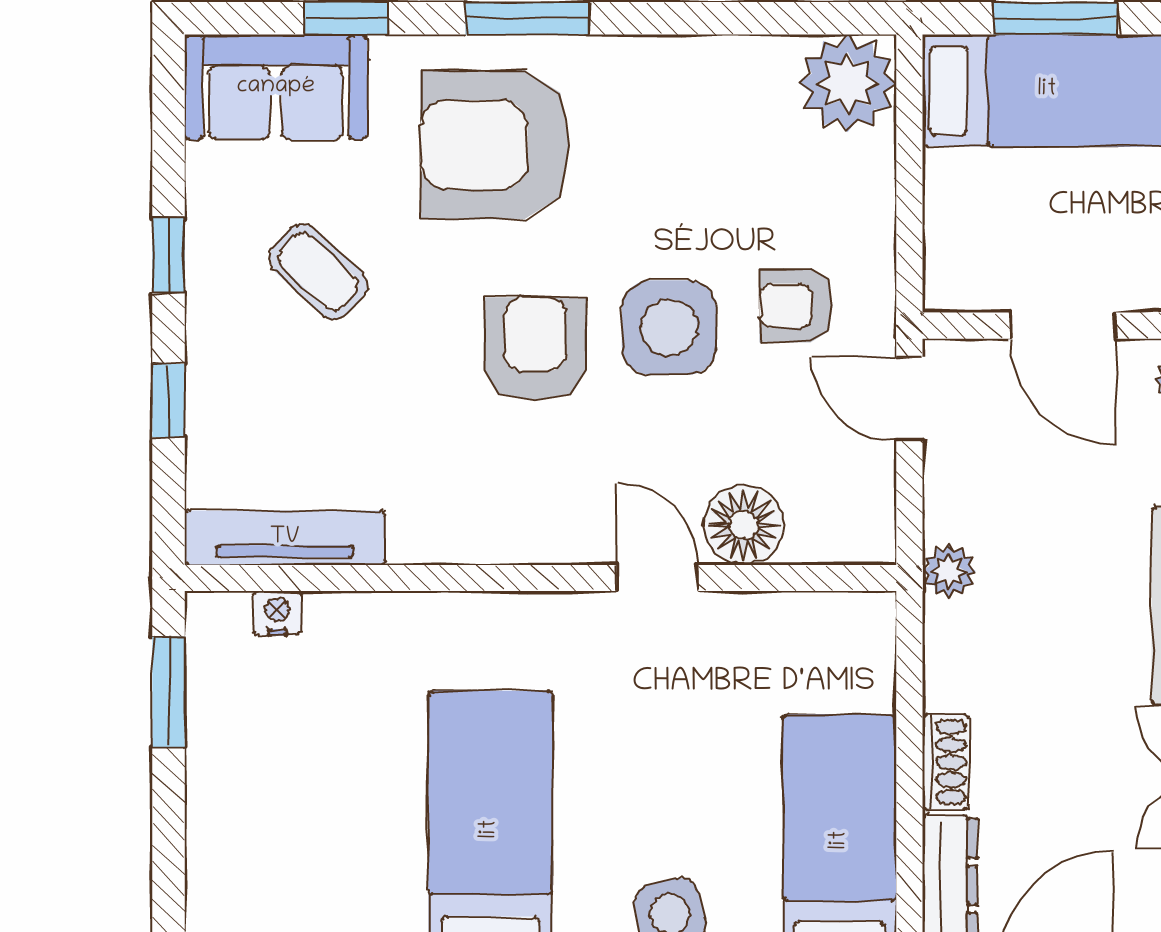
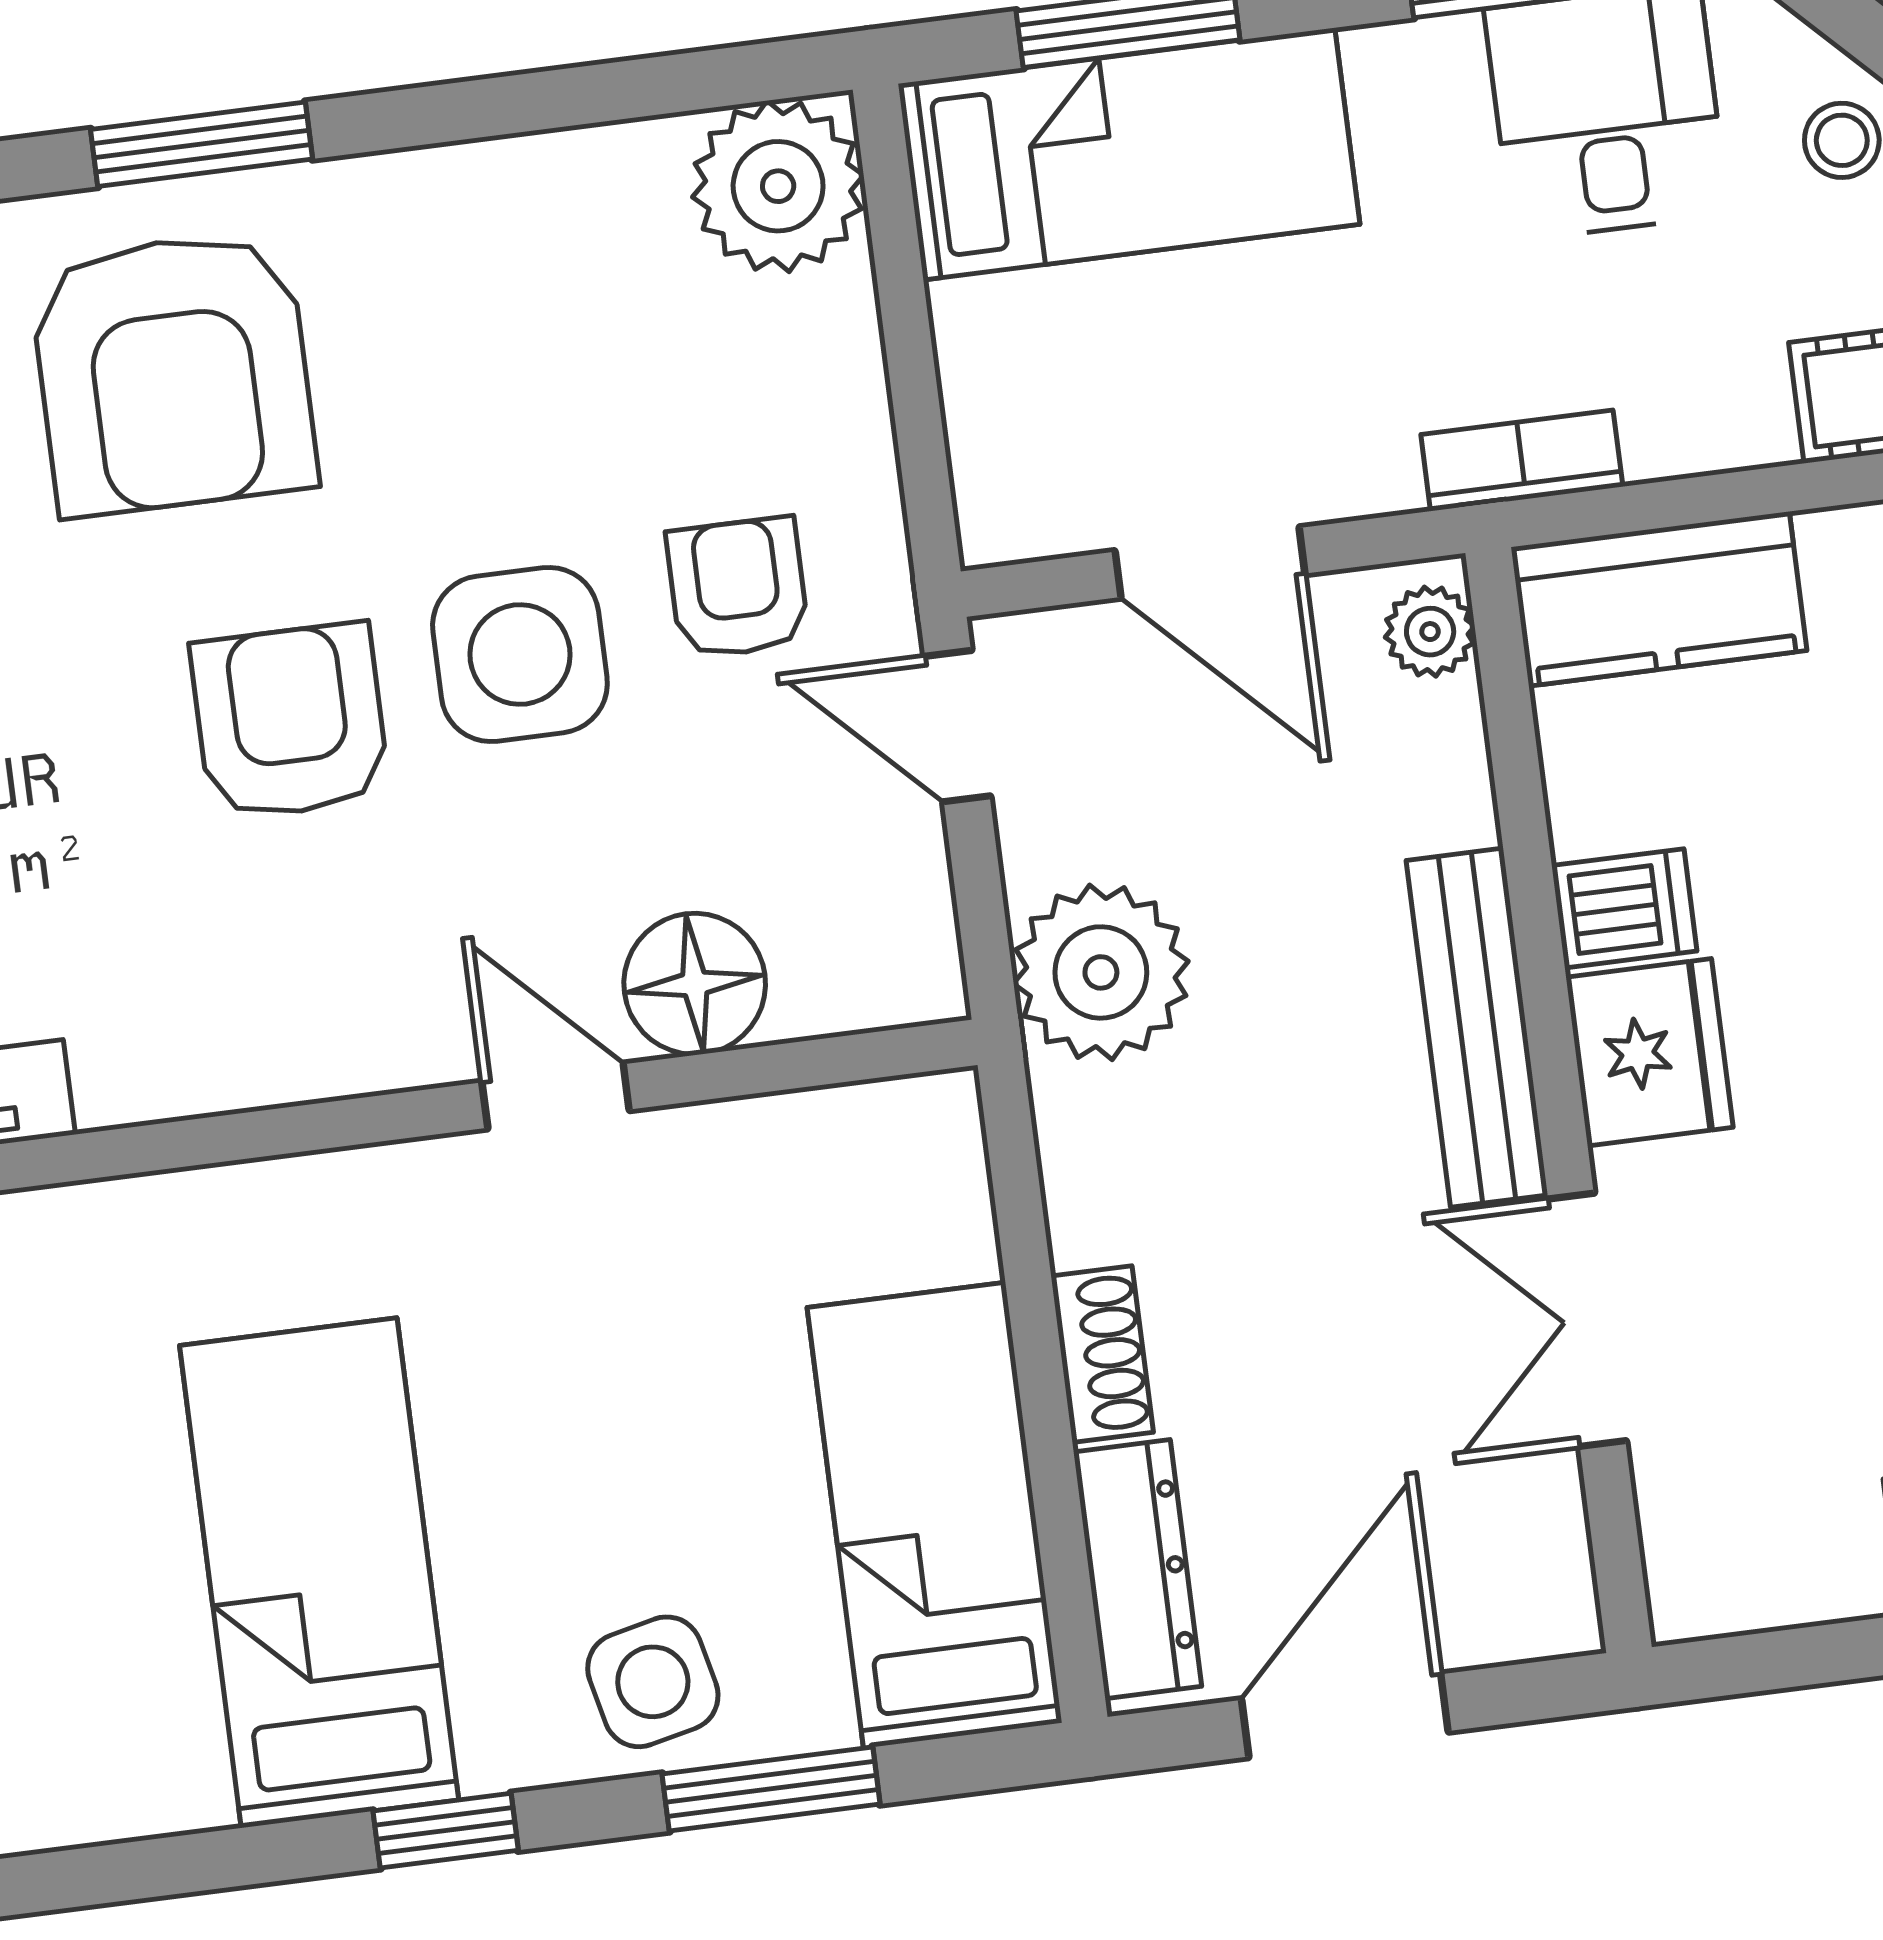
armchair: (495, 145) -> (173, 373), turned -90
armchair: (796, 306) -> (738, 588), turned 90
plant: (949, 571) -> (1101, 972), width x1.88, depth x1.88

